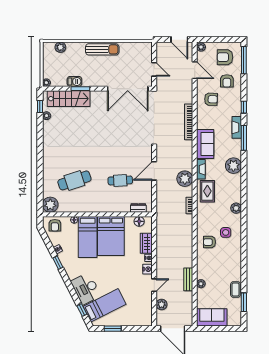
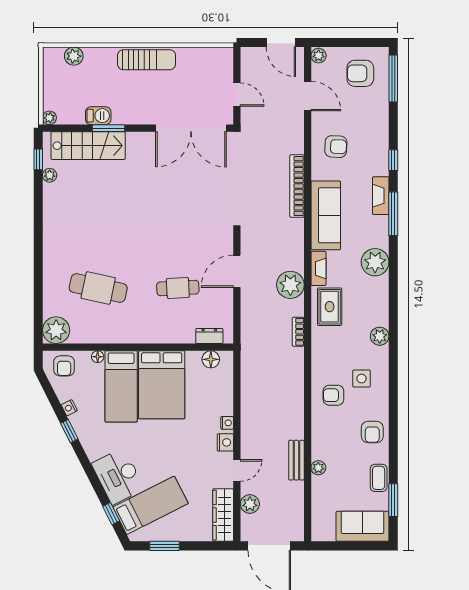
armchair: (227, 81) -> (372, 432), moved
sofa: (205, 144) -> (326, 215), width x1.36
cafe table: (74, 180) -> (98, 288), turned 30
wardrobe: (146, 243) -> (223, 515), moved, width x1.50
sofa: (212, 317) -> (363, 526), moved

